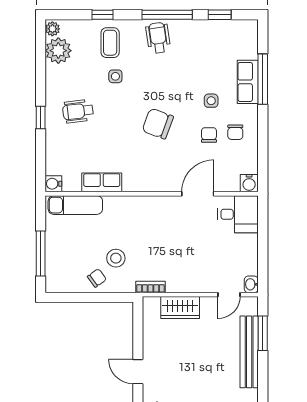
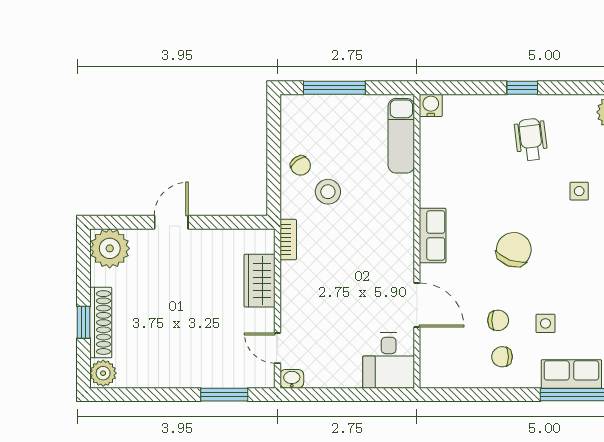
row of seats: (102, 182) -> (433, 235), moved
water cooler: (249, 183) -> (432, 376), removed
bench: (249, 352) -> (198, 376), removed

